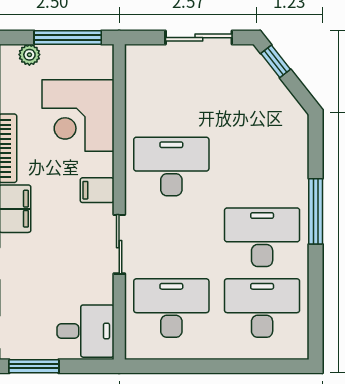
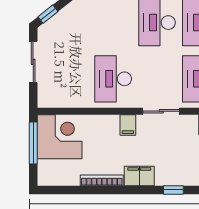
plant: (29, 55) -> (44, 167), removed
corner desk: (78, 116) -> (60, 137), moved, turned -90

